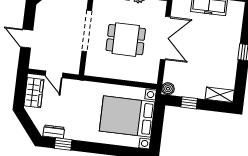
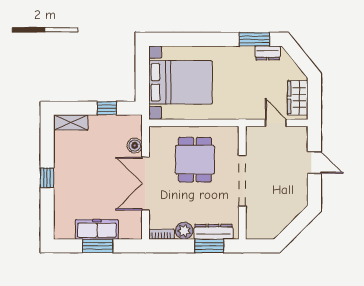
dining table: (126, 40) -> (195, 160), moved, turned 90
boiler: (168, 89) -> (135, 146), moved
window: (63, 144) -> (254, 39), width x1.50

